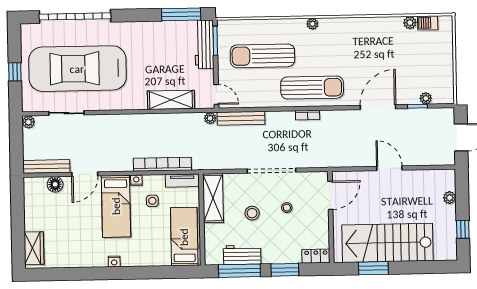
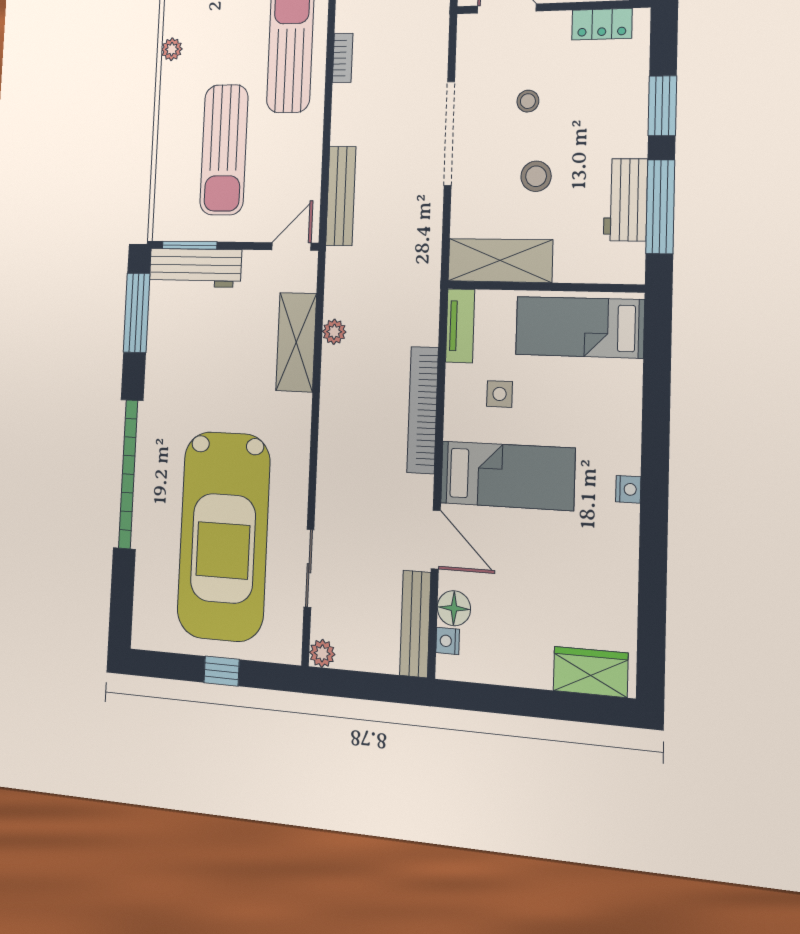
garage door: (75, 16) -> (128, 474), moved
plant: (210, 118) -> (334, 332), moved
bookcase: (162, 164) -> (423, 410), moved
nightstand: (136, 180) -> (448, 641), moved
locker: (316, 256) -> (602, 24), moved, turned -90

